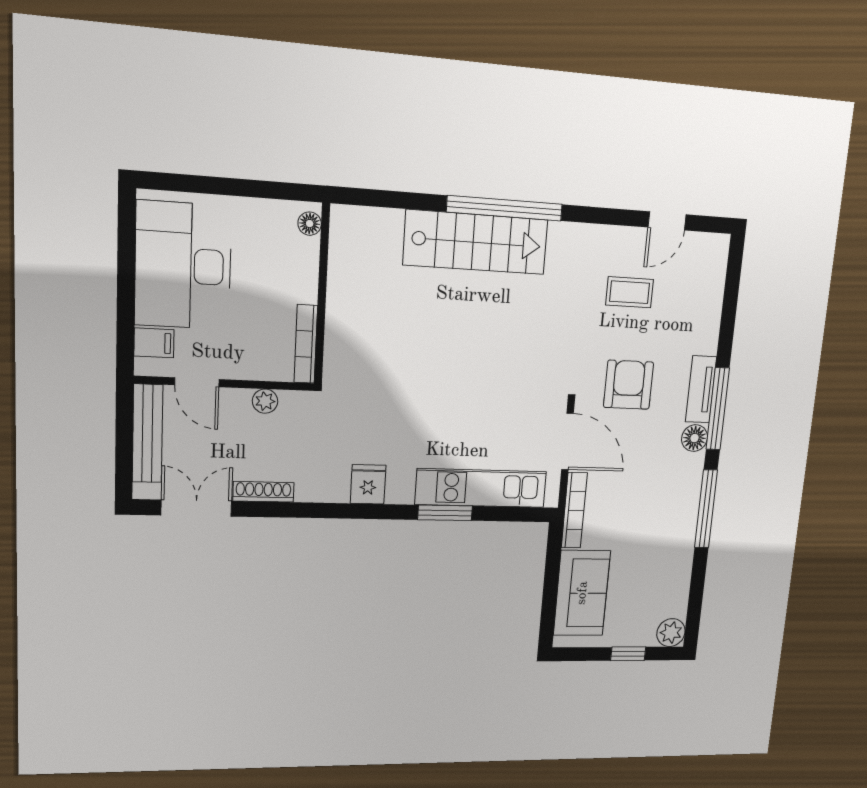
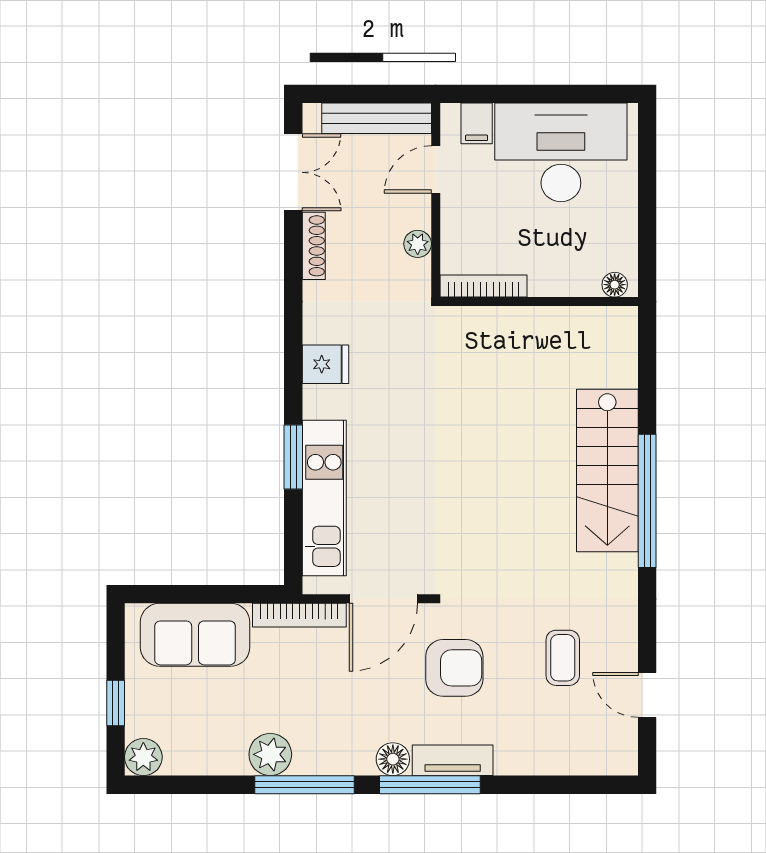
plant: (680, 535) -> (270, 754), added

